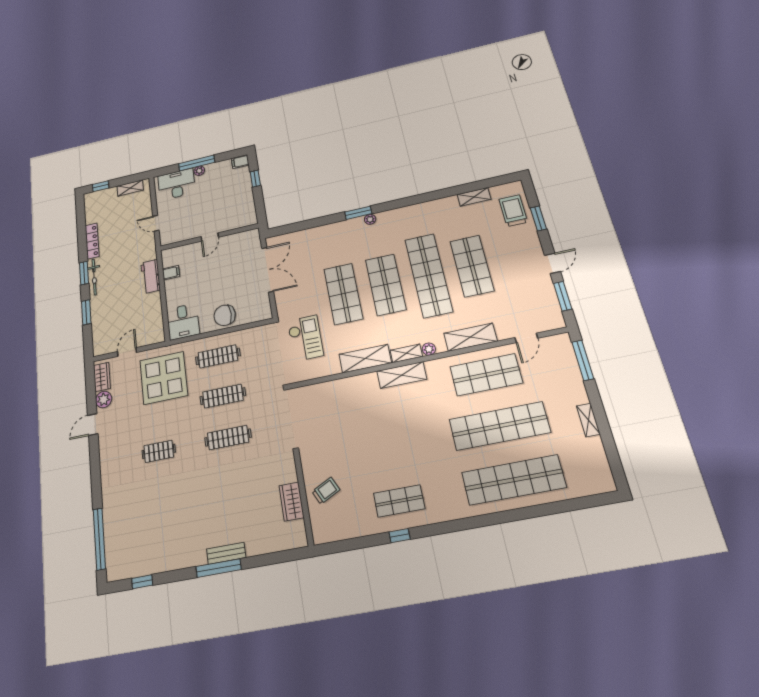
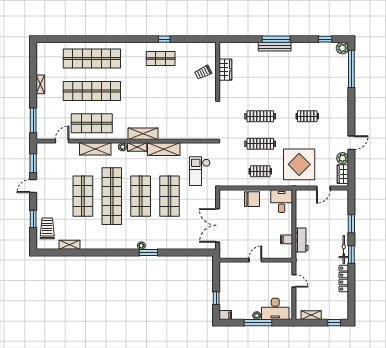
trolley: (513, 211) -> (47, 228), turned 180
clothes rail: (218, 356) -> (260, 171), width x0.73
bench: (226, 553) -> (275, 47), width x1.36
plant: (115, 571) -> (342, 48), added

